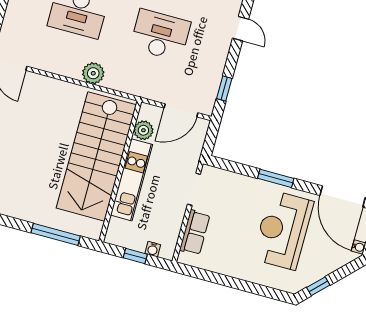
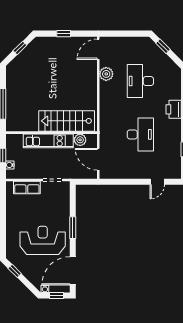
plant: (93, 73) -> (106, 74), moved
window: (224, 89) -> (118, 182), removed
stairs: (96, 156) -> (67, 121), width x0.73, depth x0.66

